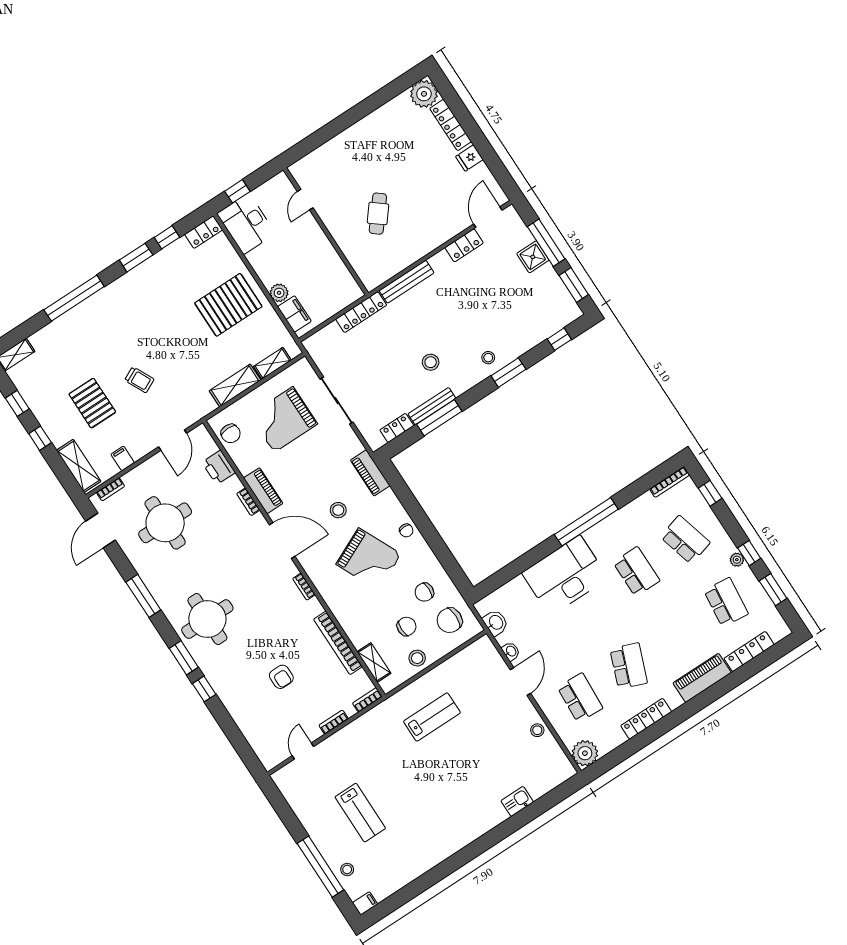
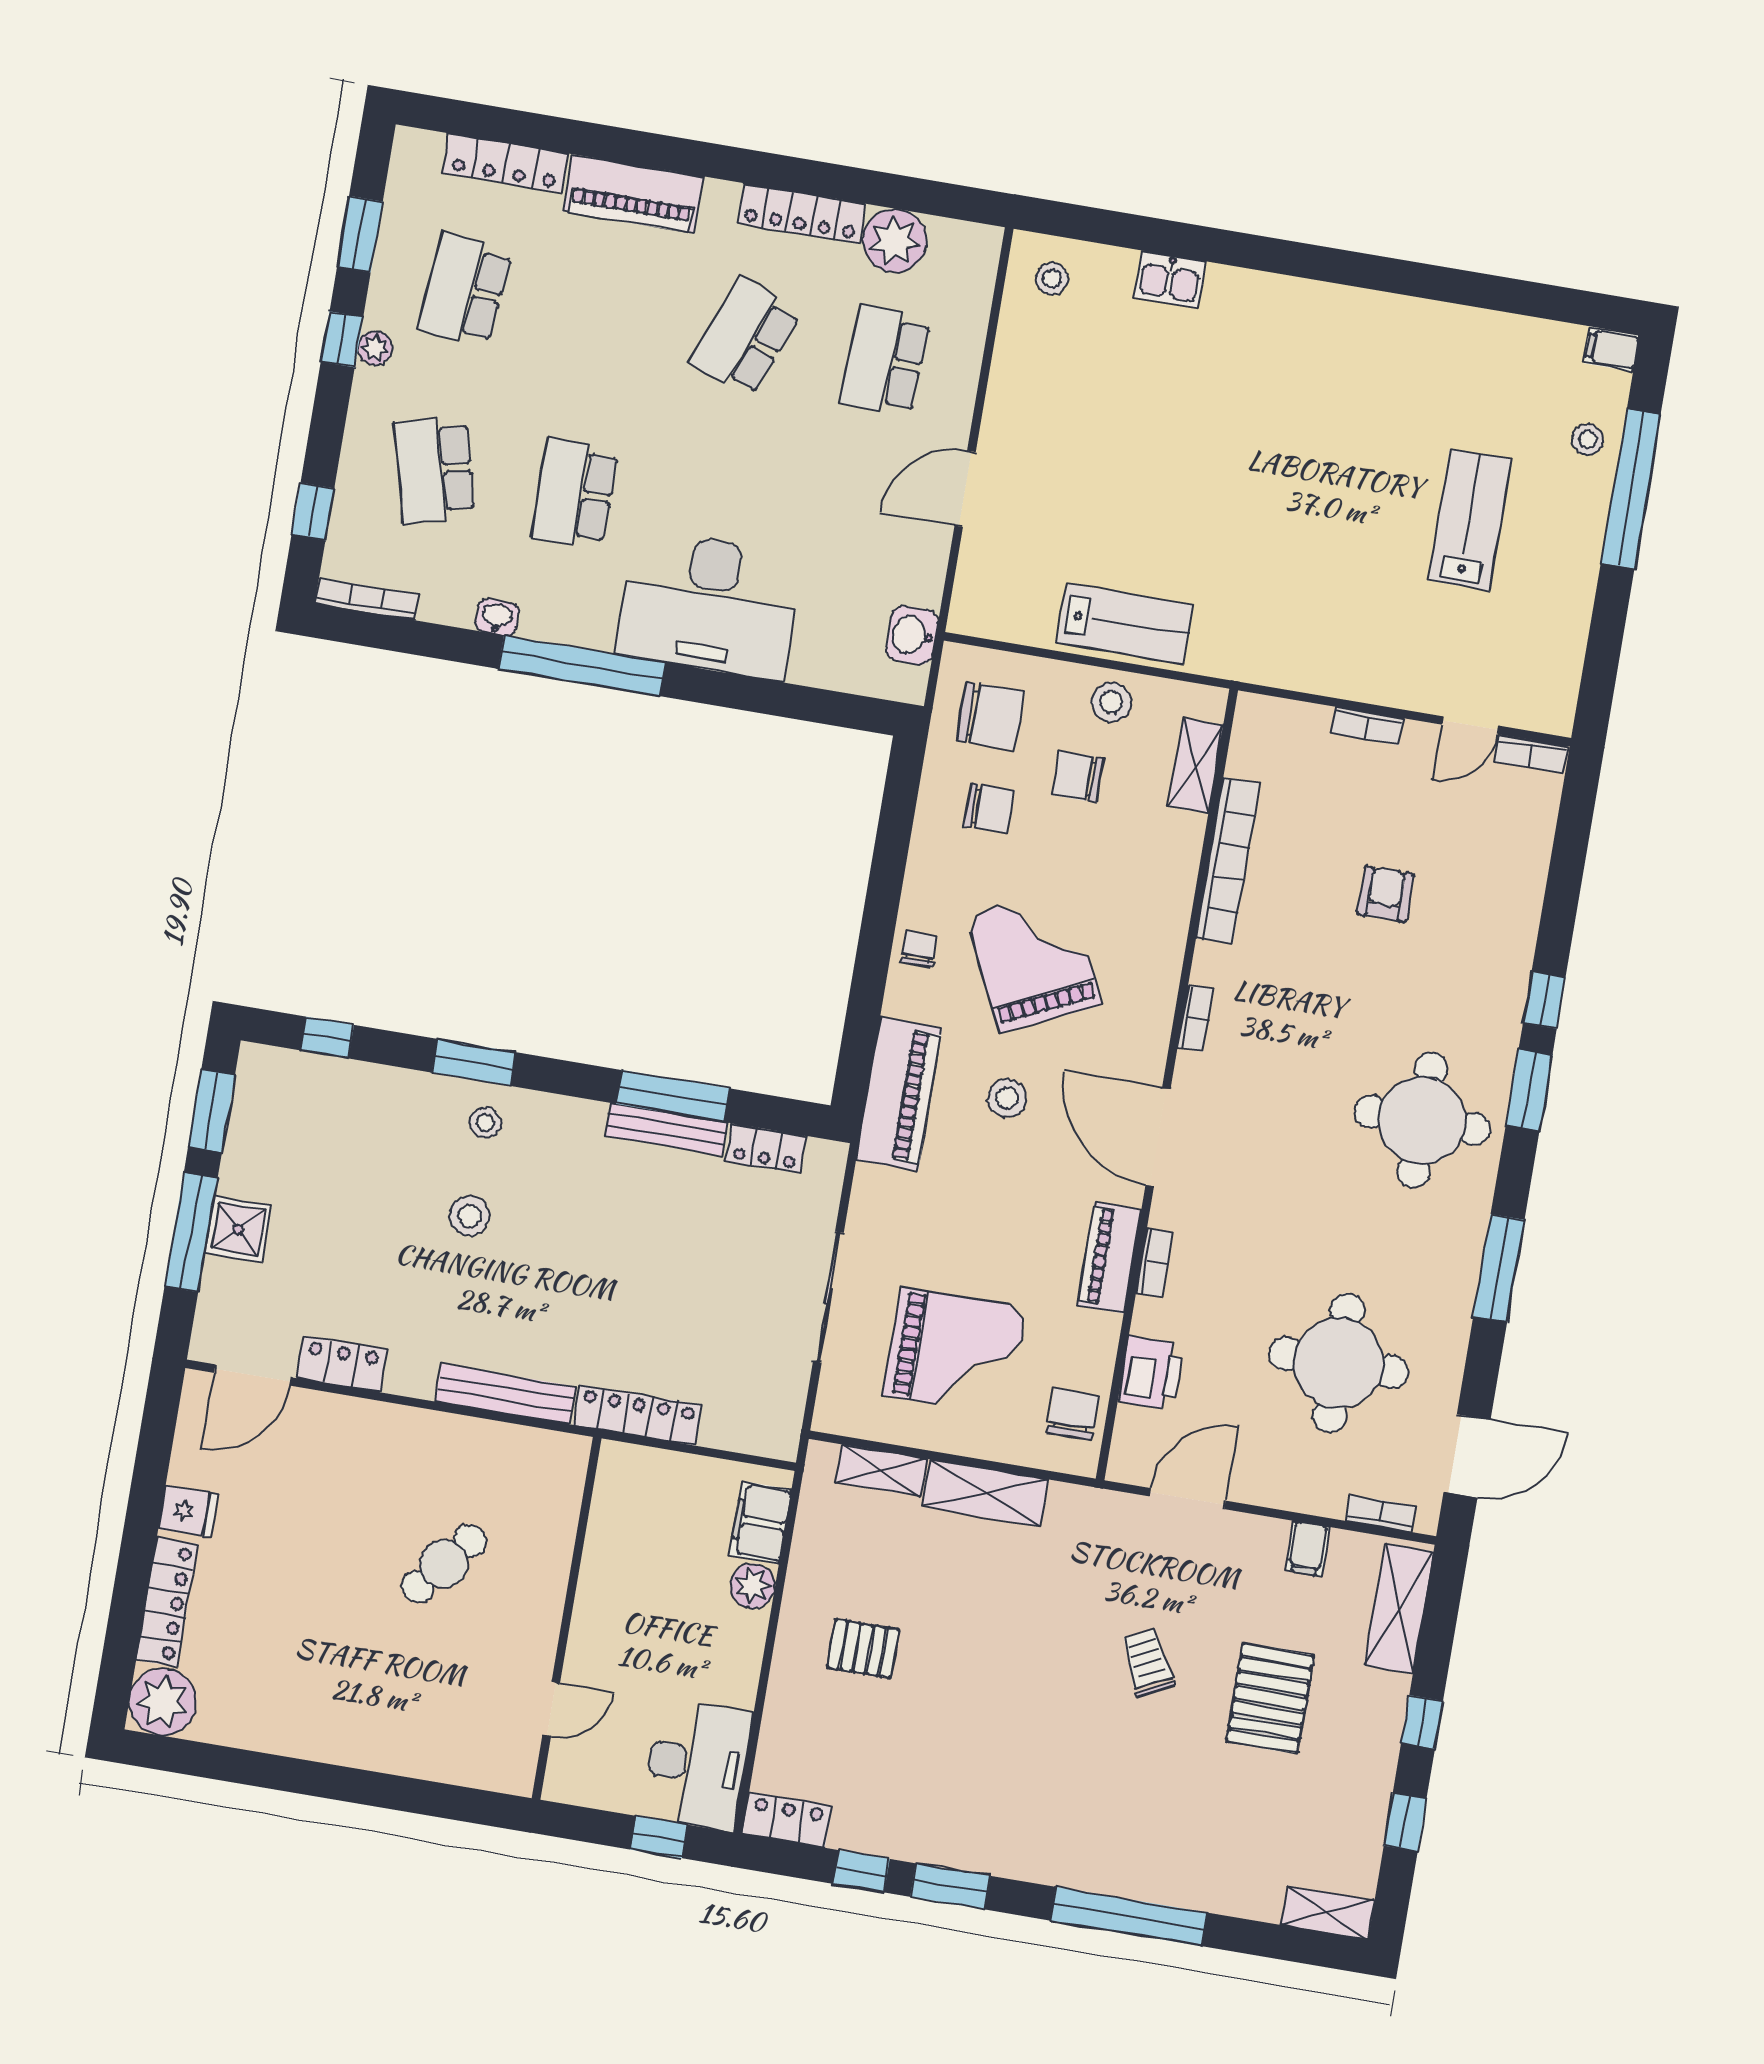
pallet: (228, 305) -> (863, 1649), width x0.49, depth x0.50
stool: (431, 362) -> (470, 1216), moved
piano: (370, 473) -> (899, 1094), width x1.37, depth x1.33
washbasin: (511, 651) -> (497, 617), moved, turned 90
bookcase: (367, 700) -> (1531, 754), moved
lab bench: (432, 717) -> (1125, 624), moved, turned 180
stool: (537, 730) -> (1052, 279), moved
plant: (585, 753) -> (895, 241), moved

